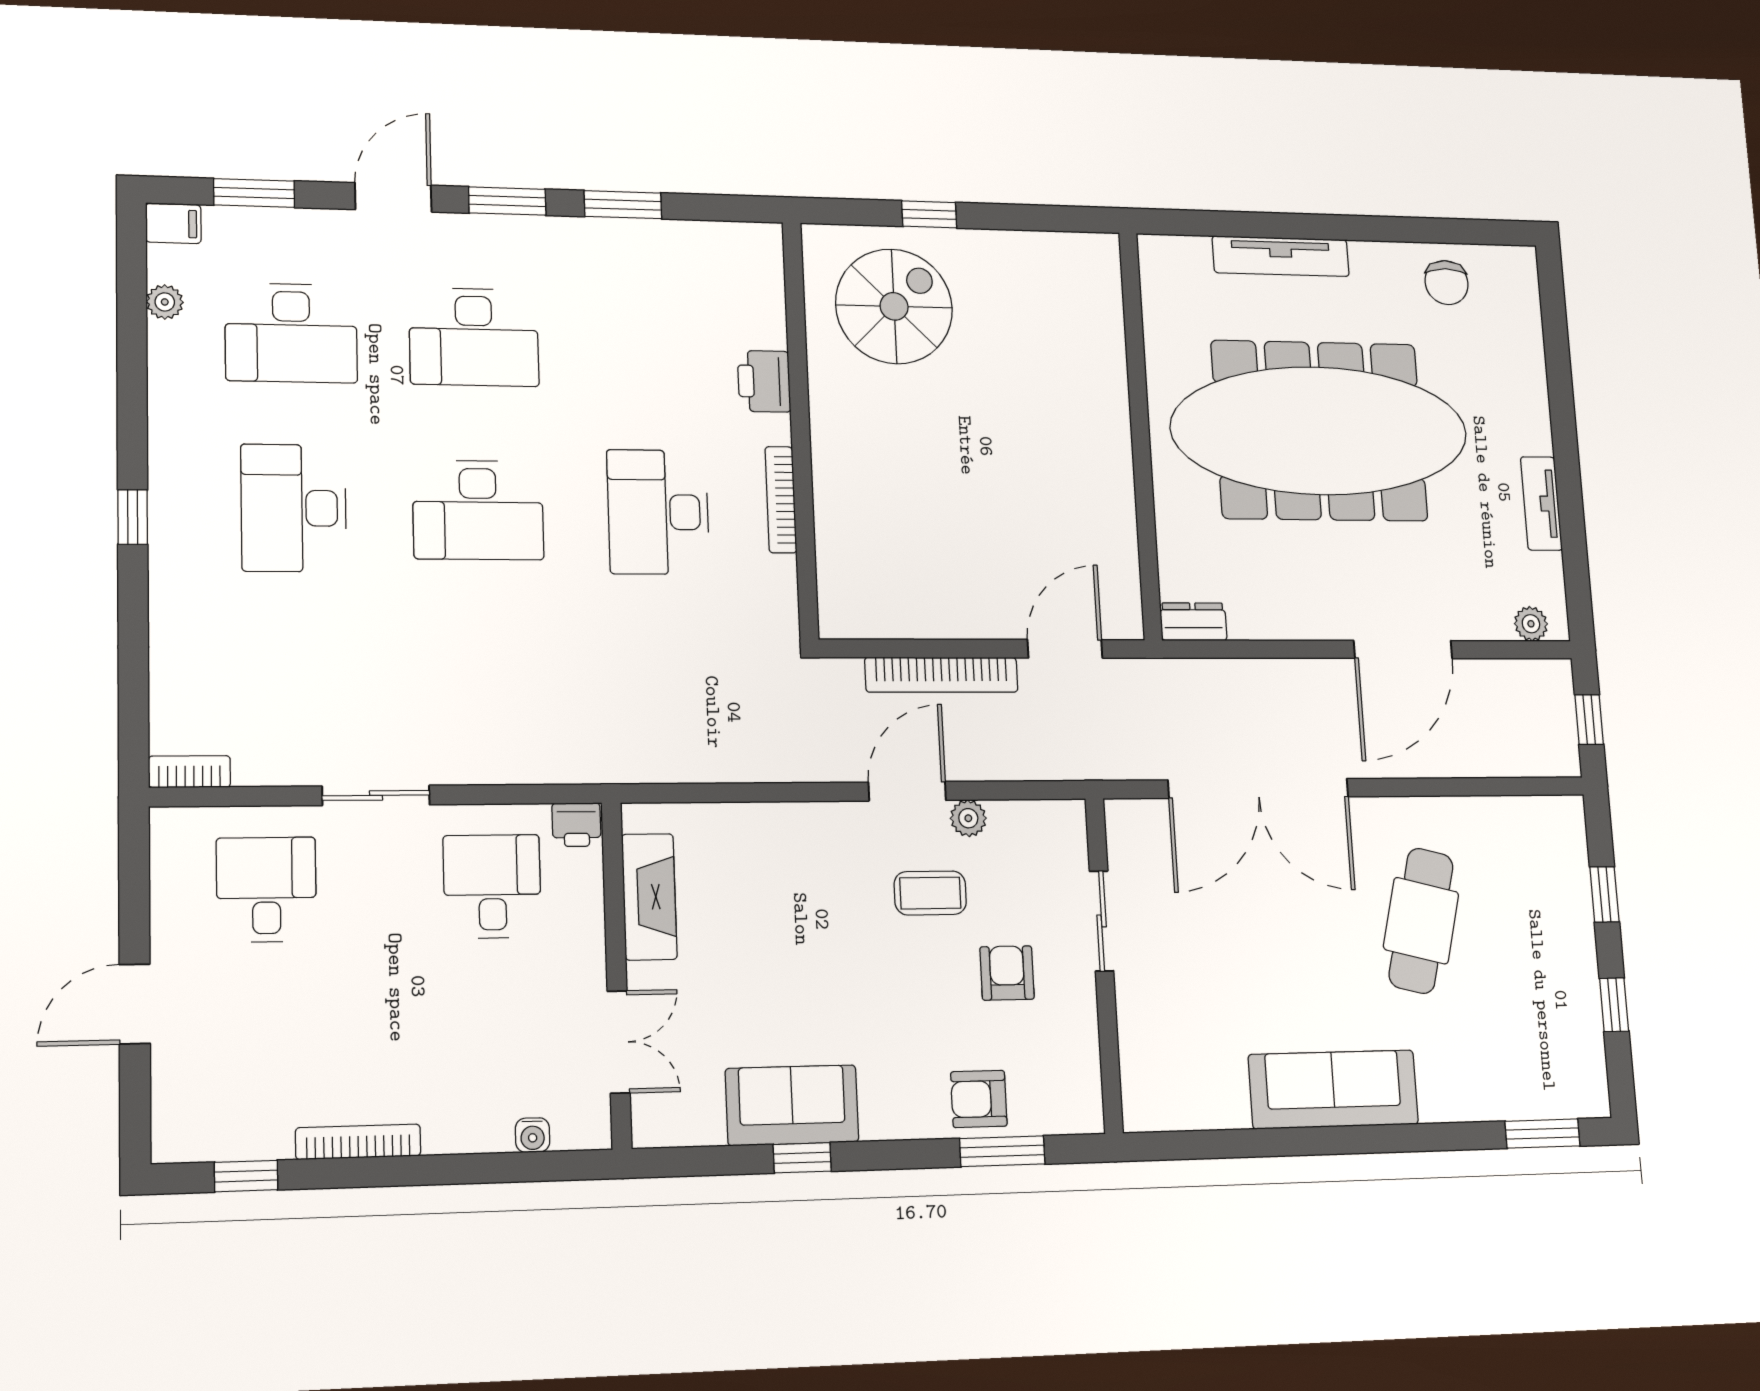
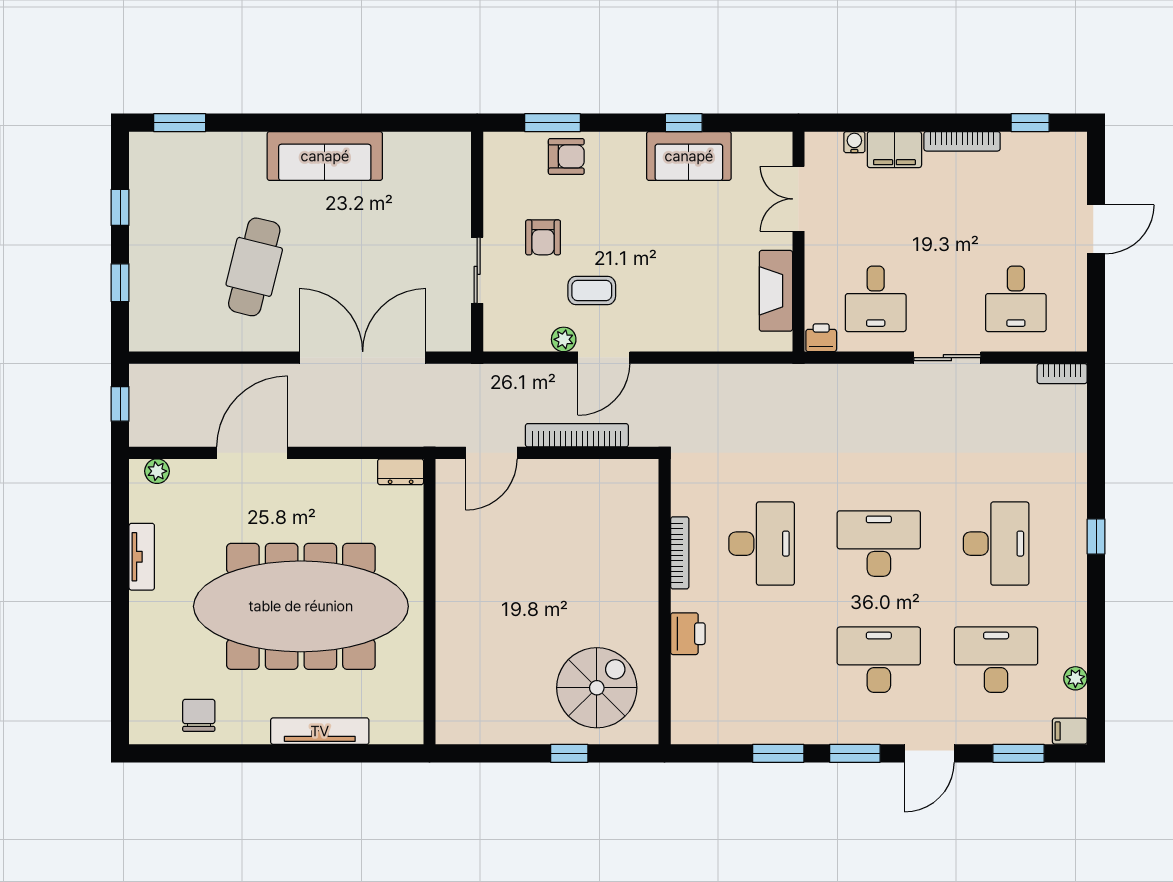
spiral stairs: (894, 306) -> (597, 688), turned 180
filing cabinet: (468, 1125) -> (894, 150), added

